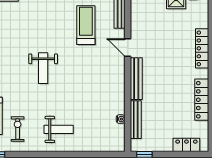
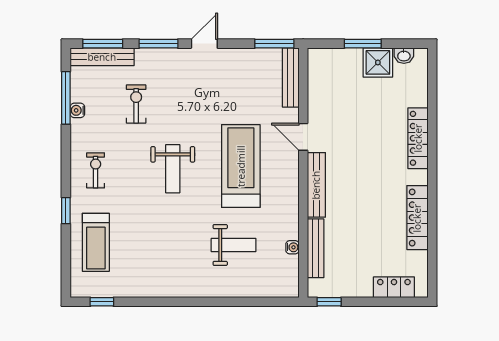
treadmill: (86, 25) -> (241, 166), moved, width x1.37, depth x1.38
exercise bike: (18, 129) -> (136, 104), moved
weight bench: (59, 129) -> (234, 245), moved

